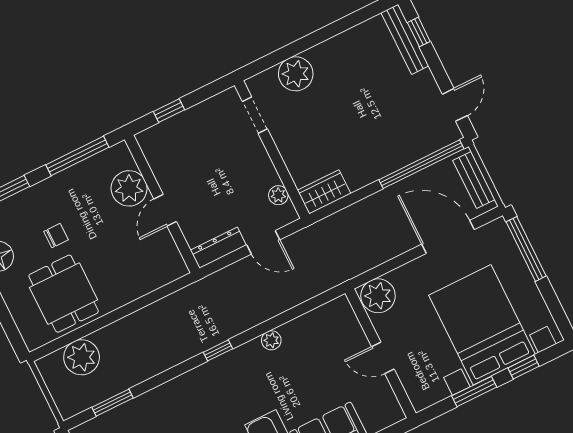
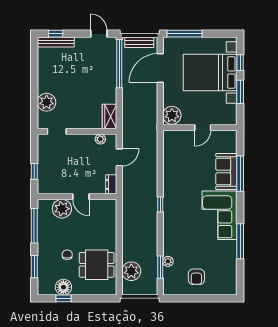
dresser: (218, 248) -> (111, 184), width x0.70
plant: (271, 340) -> (168, 261), moved

